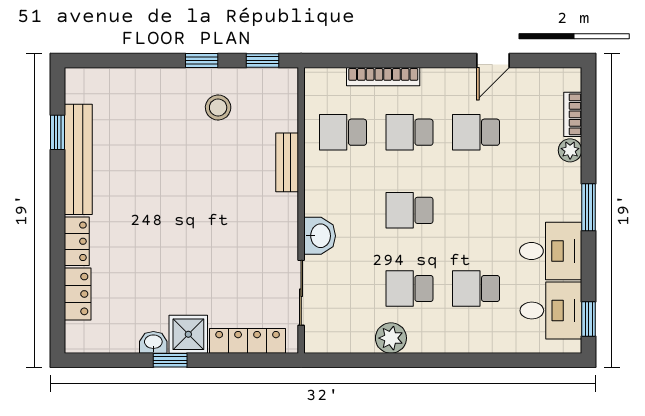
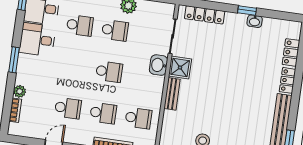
bench: (287, 162) -> (172, 94), moved
shower: (188, 334) -> (180, 68), moved

